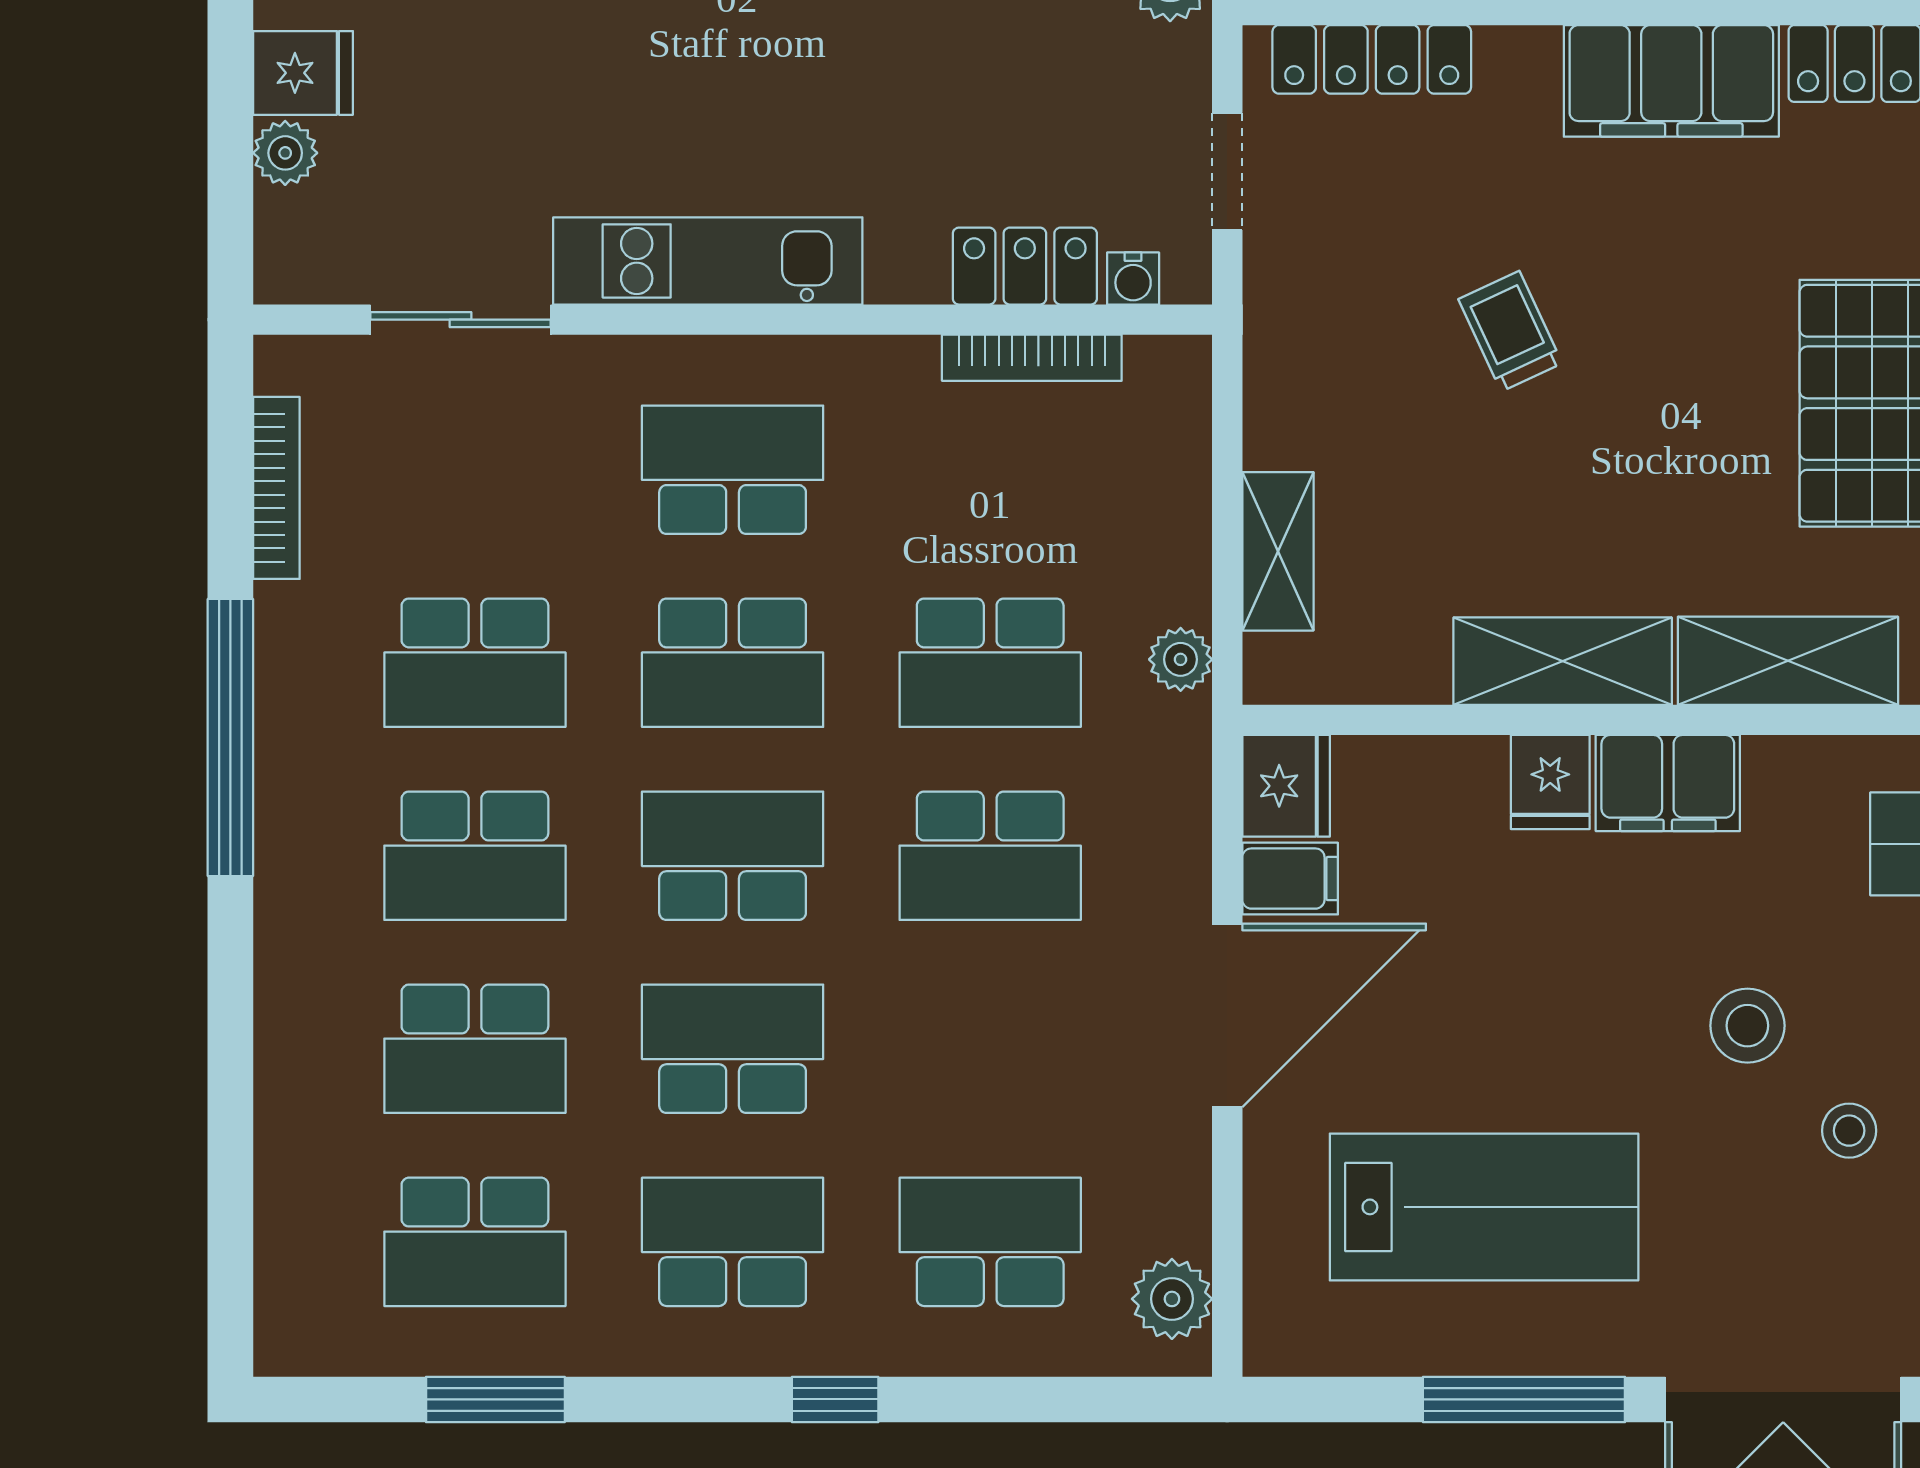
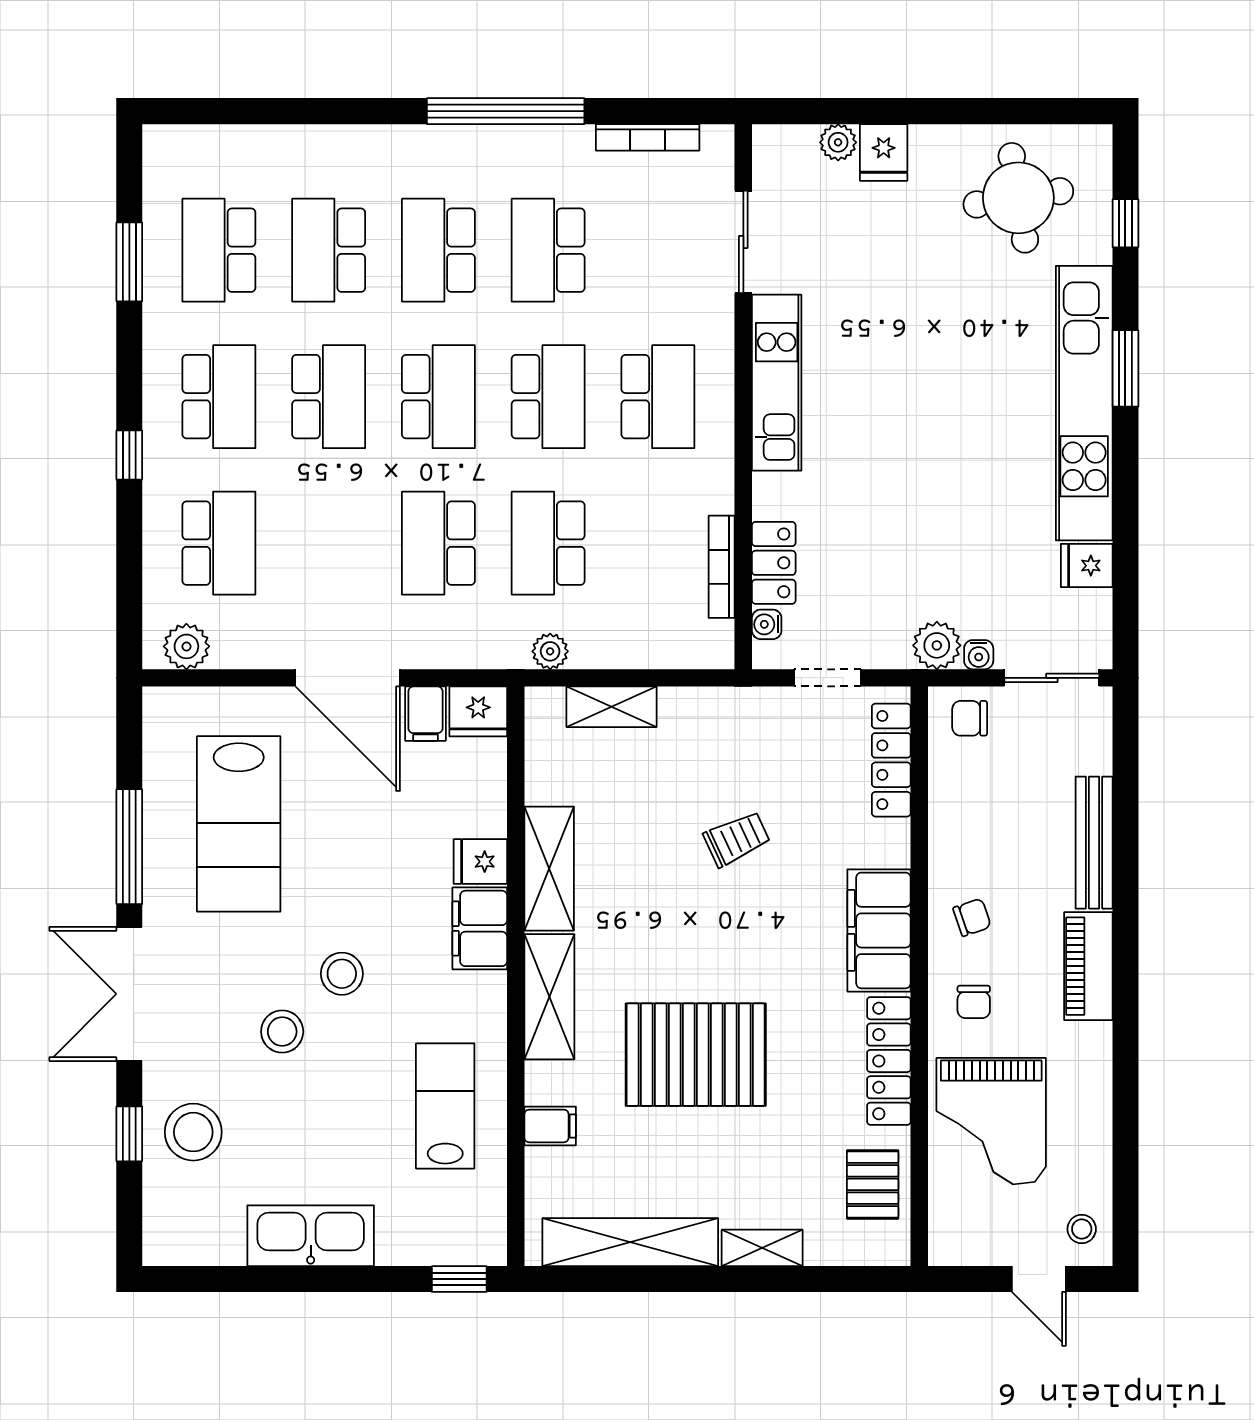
school desk: (733, 663) -> (548, 397), turned 180
stool: (1849, 1131) -> (282, 1032), width x1.37, depth x1.37

